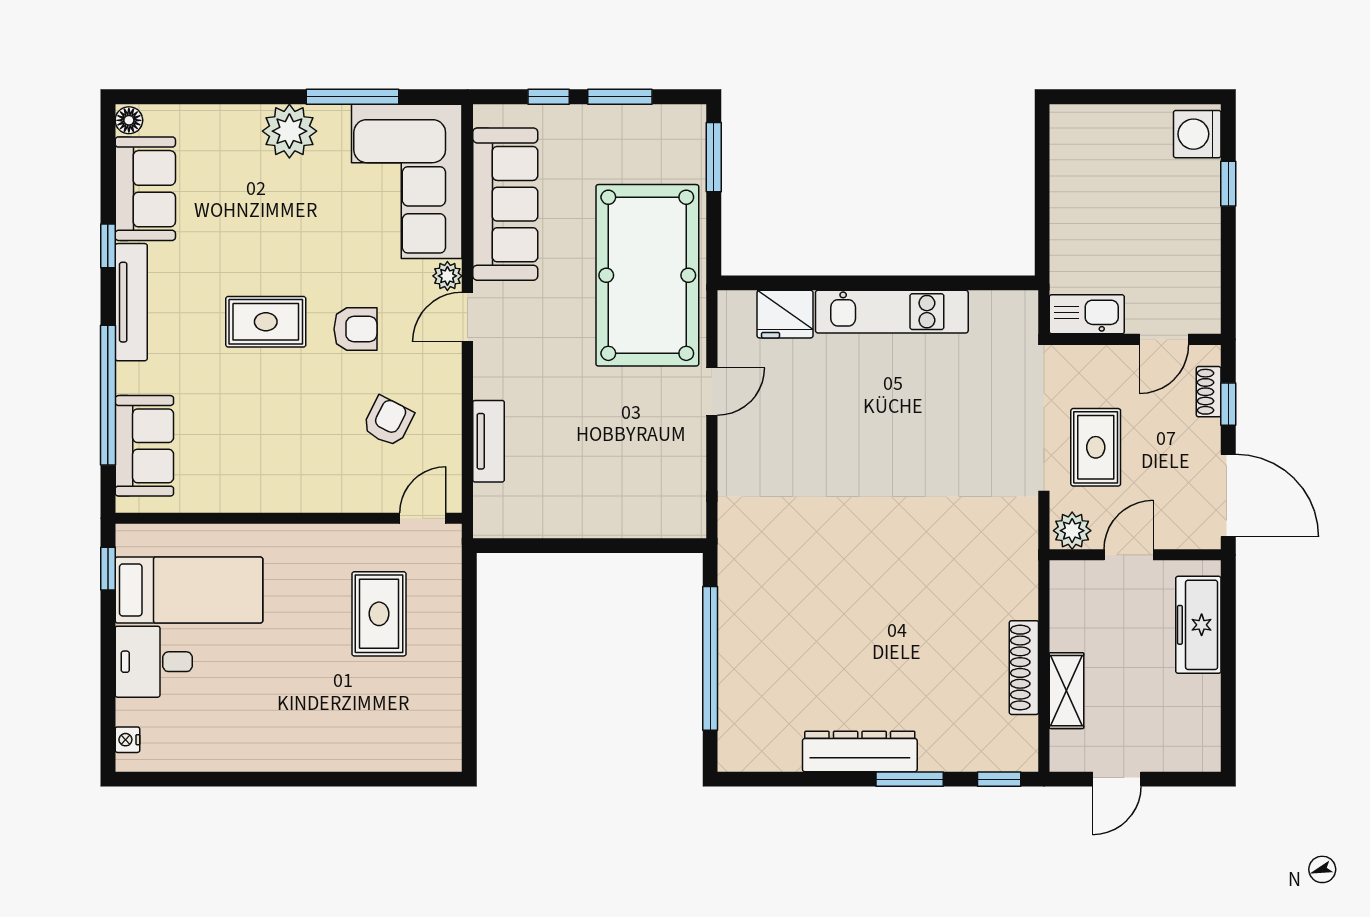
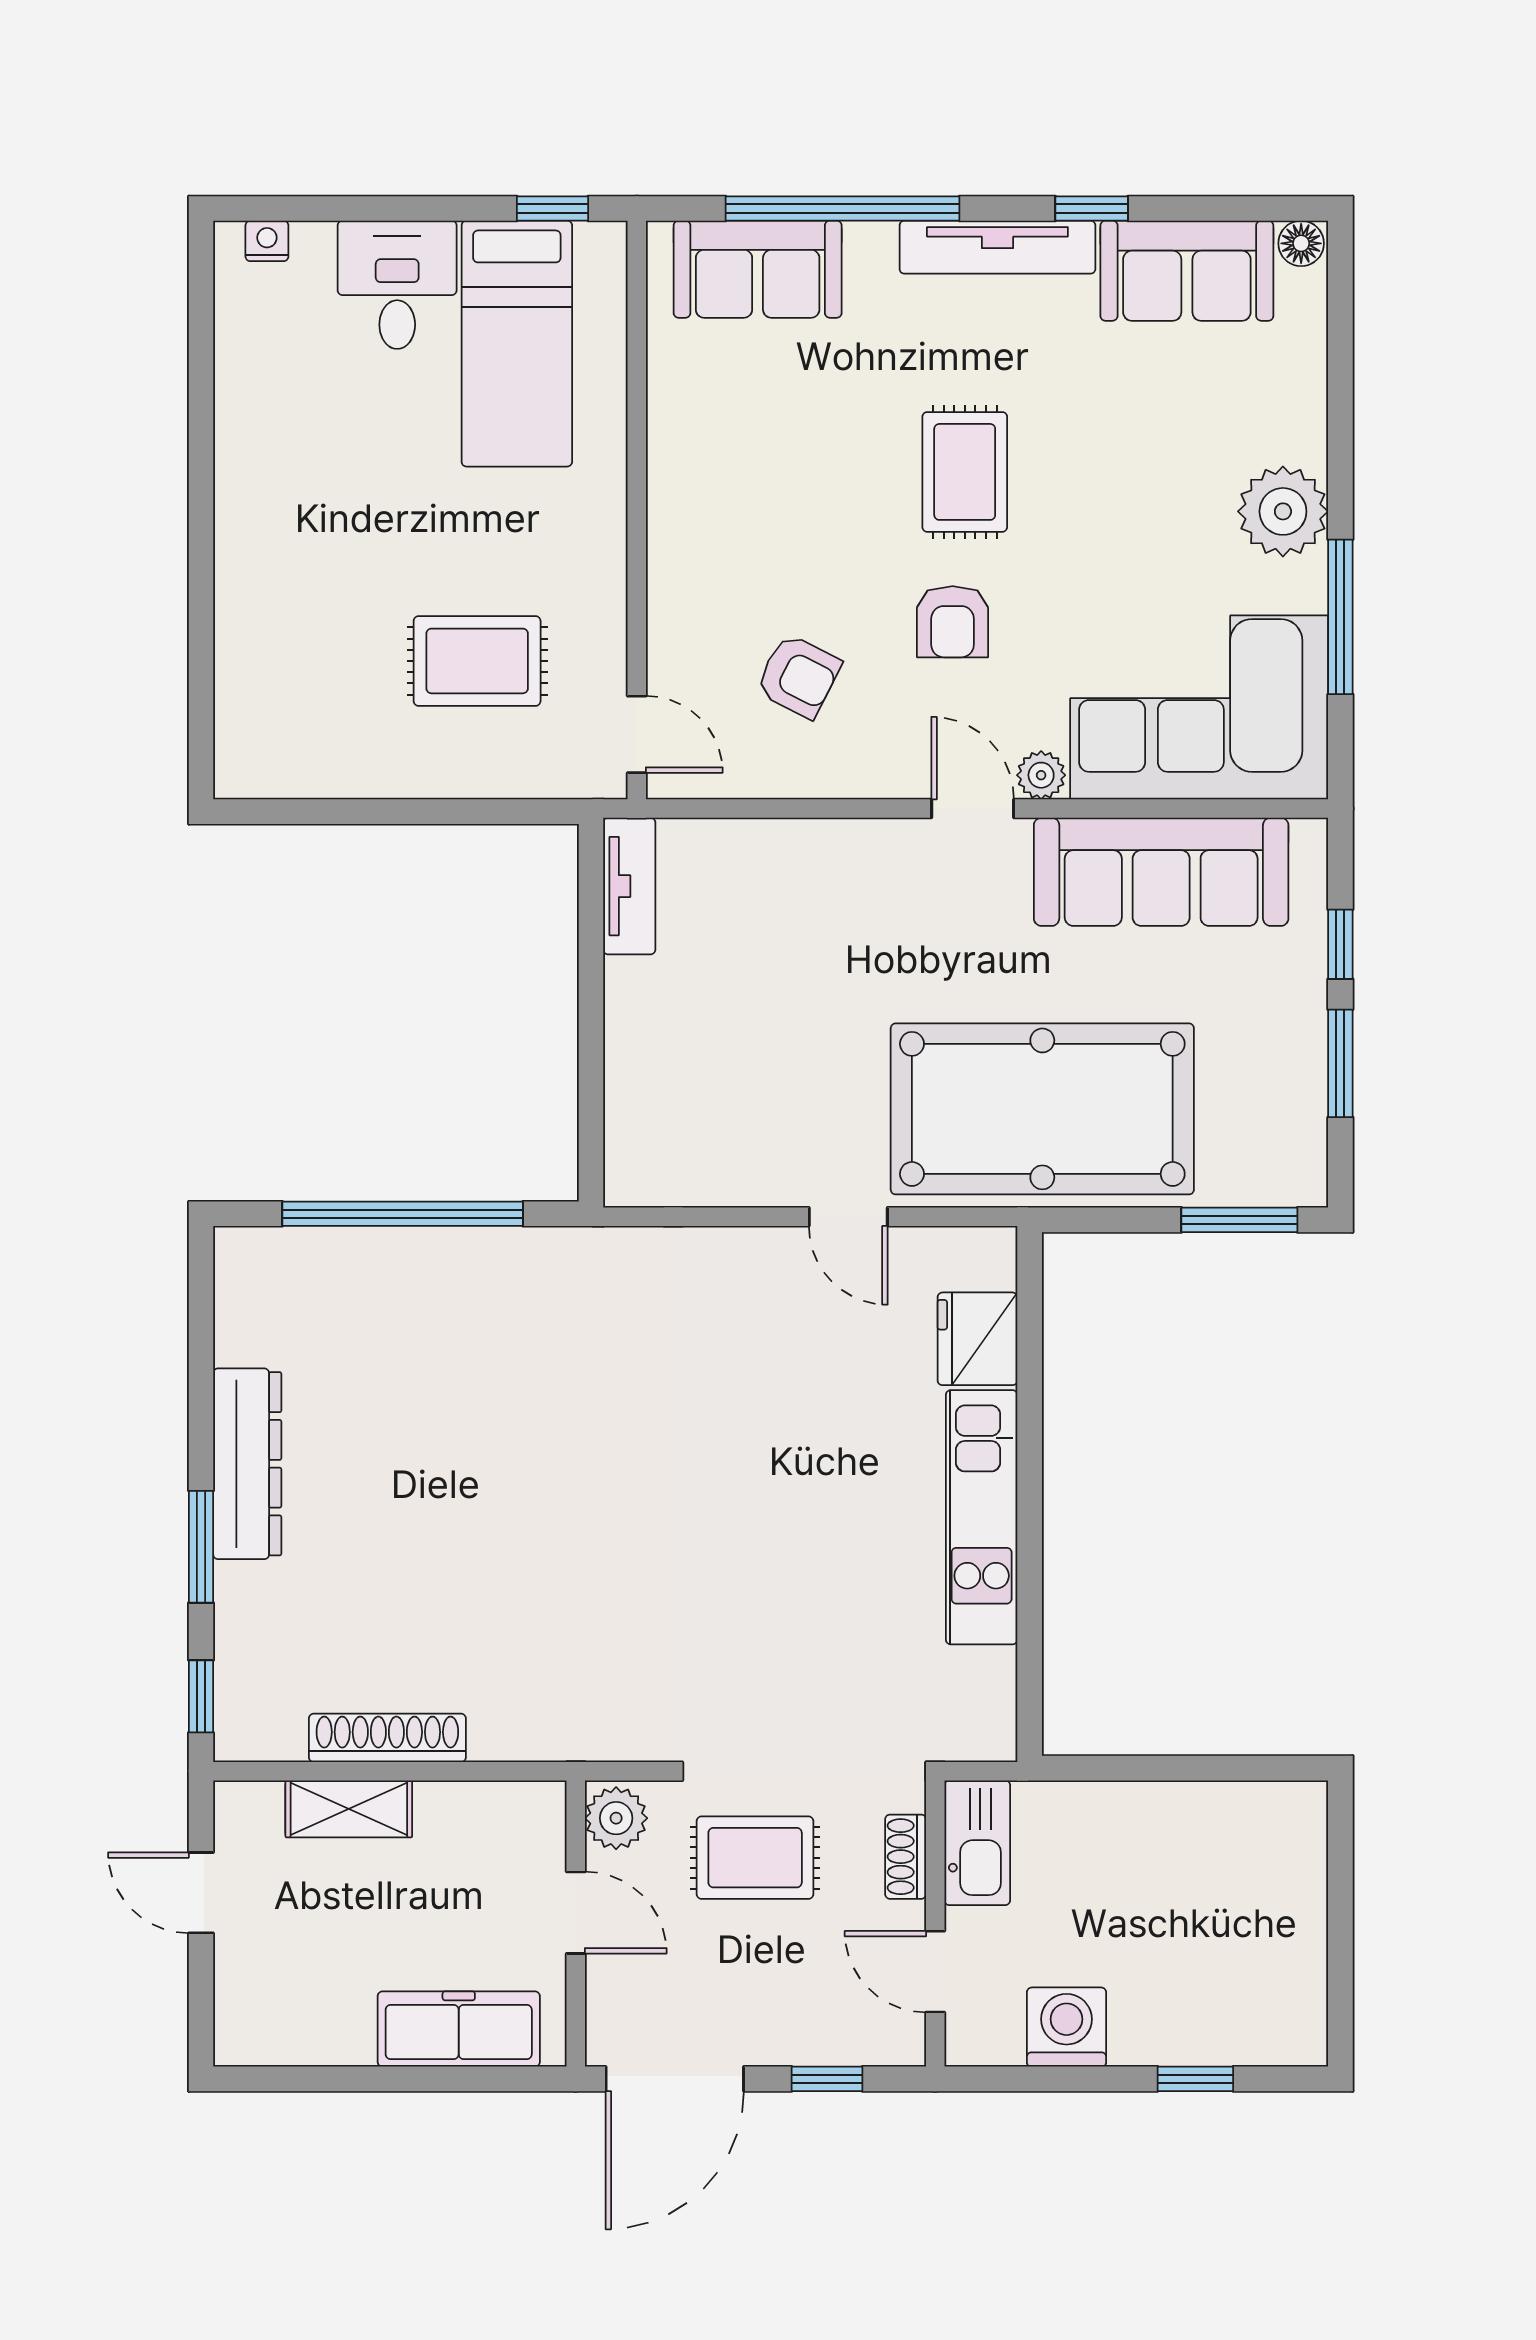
washing machine: (1197, 134) -> (1066, 2027), moved
shoe rack: (1209, 392) -> (906, 1857), moved, turned -90
tv unit: (489, 441) -> (629, 886), moved, turned -90

